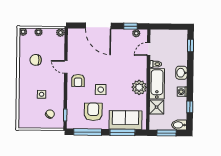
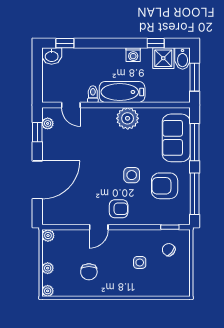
washbasin: (181, 73) -> (52, 56), moved
shower: (157, 107) -> (163, 58), moved

